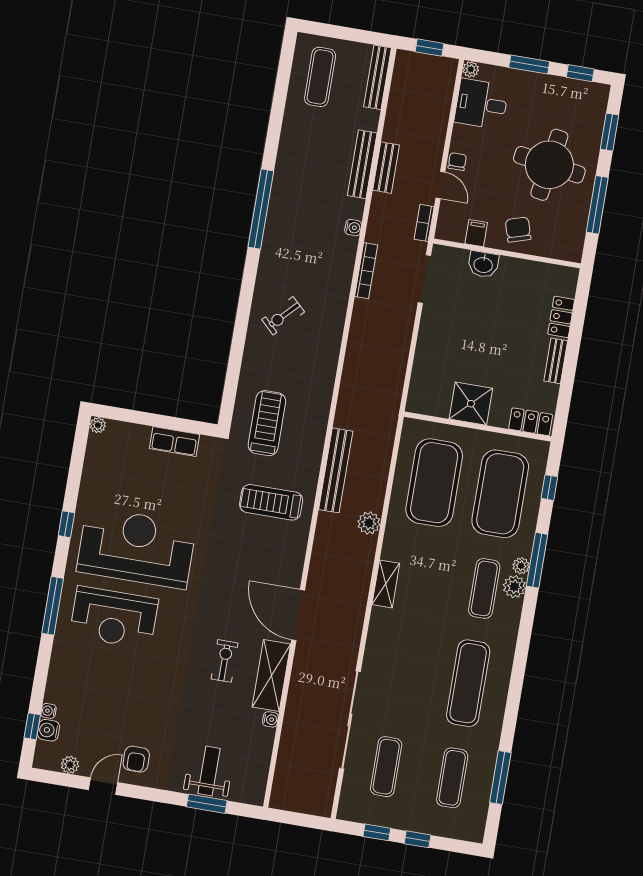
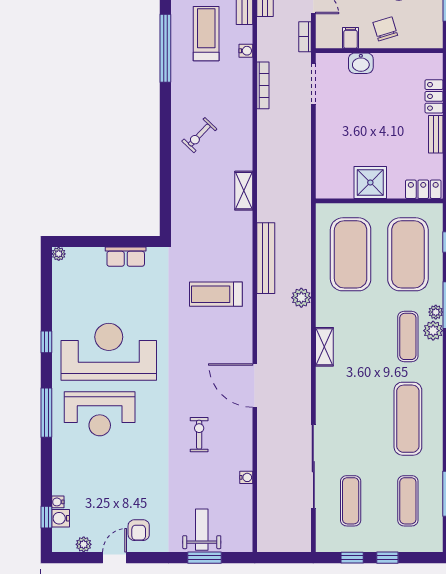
treadmill: (267, 423) -> (206, 34), moved
shelving: (271, 676) -> (244, 191), moved, width x0.67, depth x0.75

